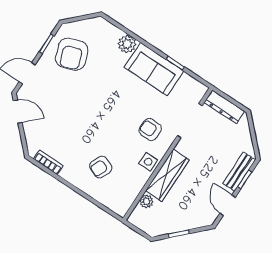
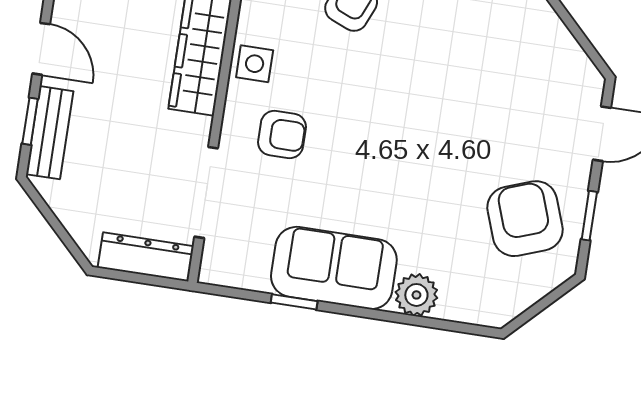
door: (18, 111) -> (584, 42), removed

